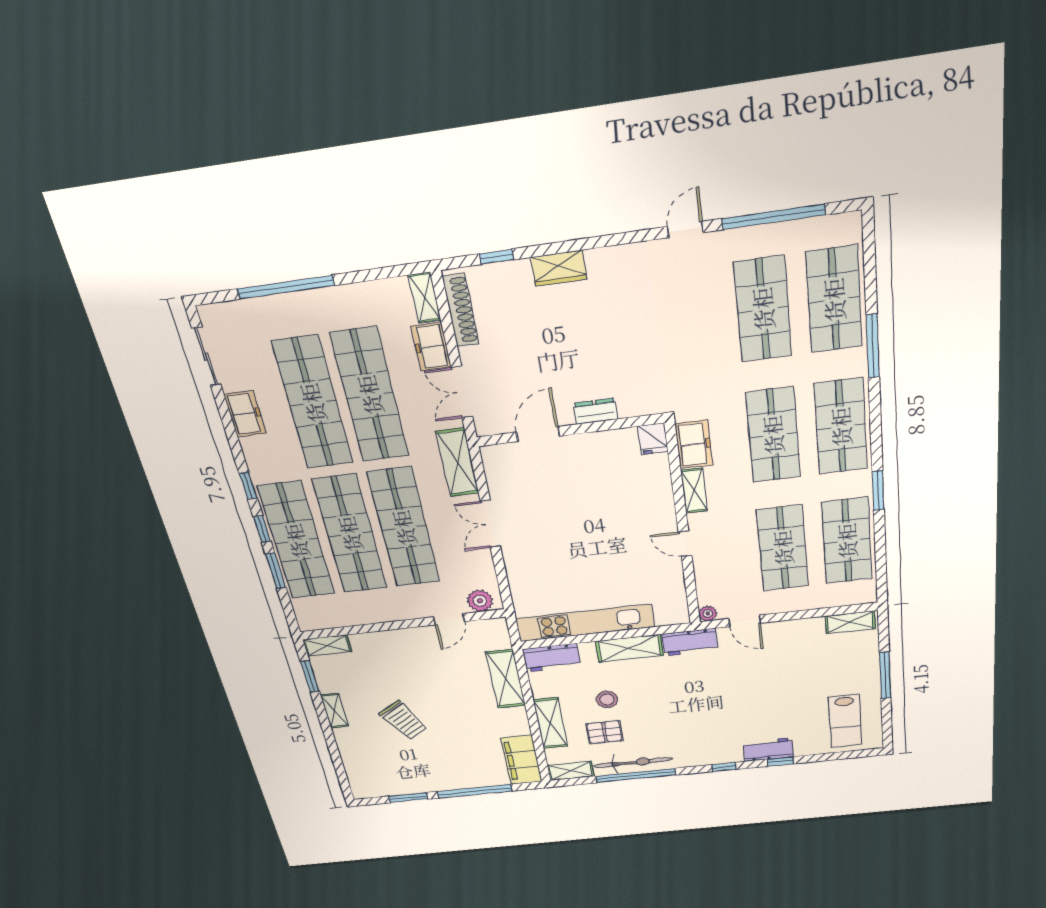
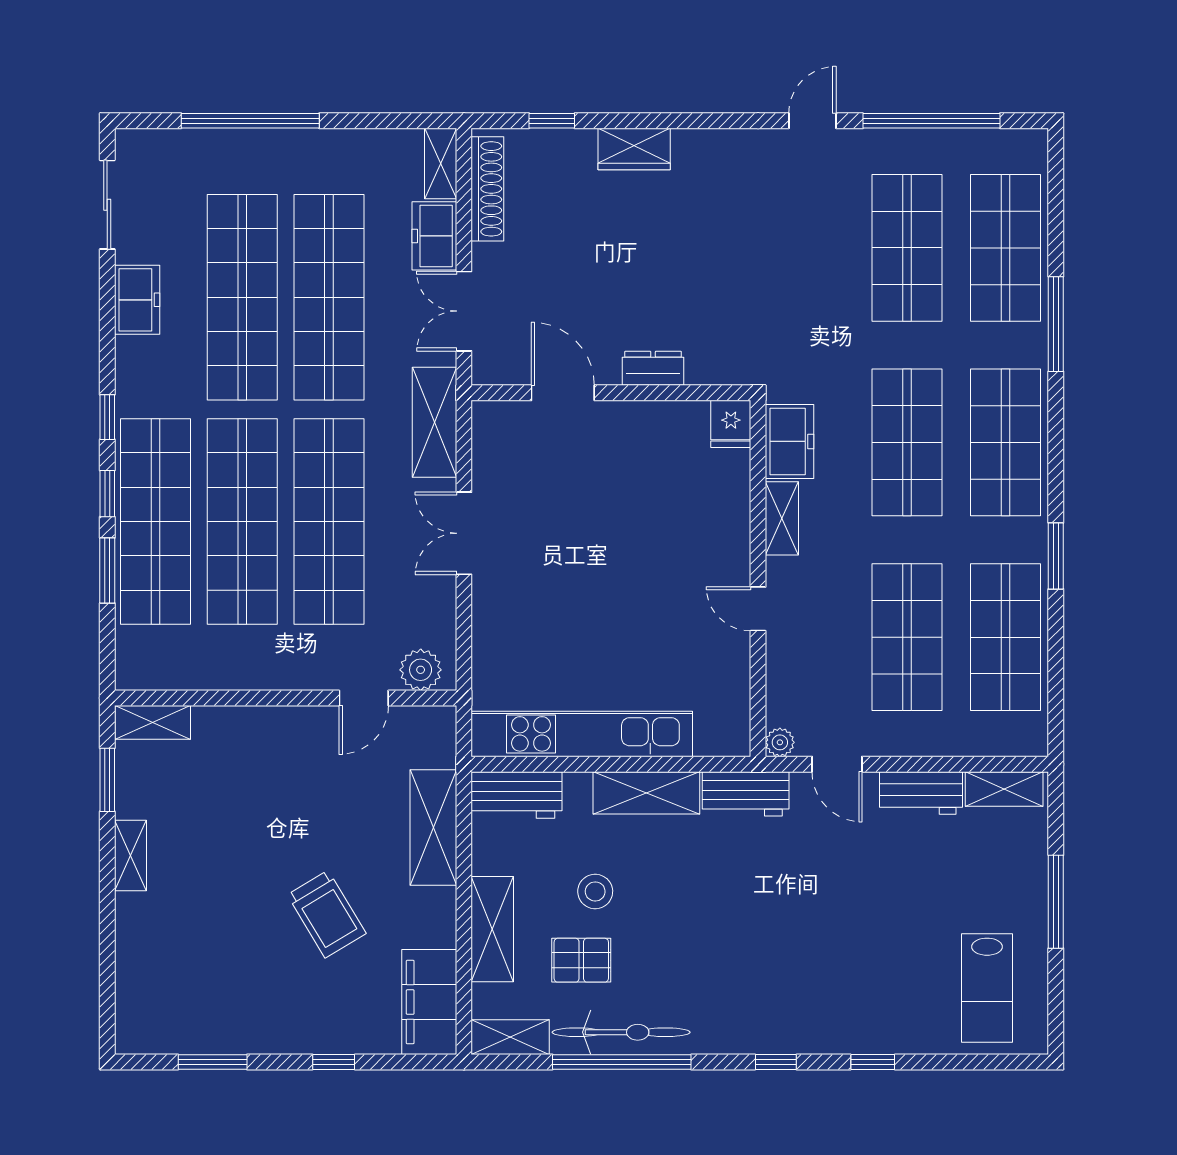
door: (538, 434) -> (563, 393), hinge flipped
trolley: (404, 720) -> (327, 914), moved
workbench: (768, 750) -> (921, 793), moved, turned 180
window: (474, 791) -> (334, 1062), width x0.32

